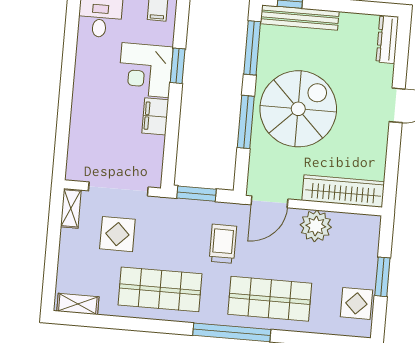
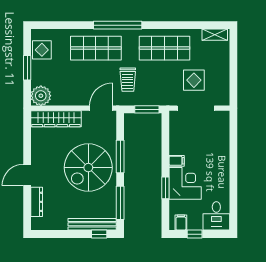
dresser: (387, 39) -> (37, 202), moved
filing cabinet: (155, 116) -> (177, 161), width x0.50
shelving: (71, 208) -> (224, 94), removed
plant: (316, 226) -> (41, 96), moved

